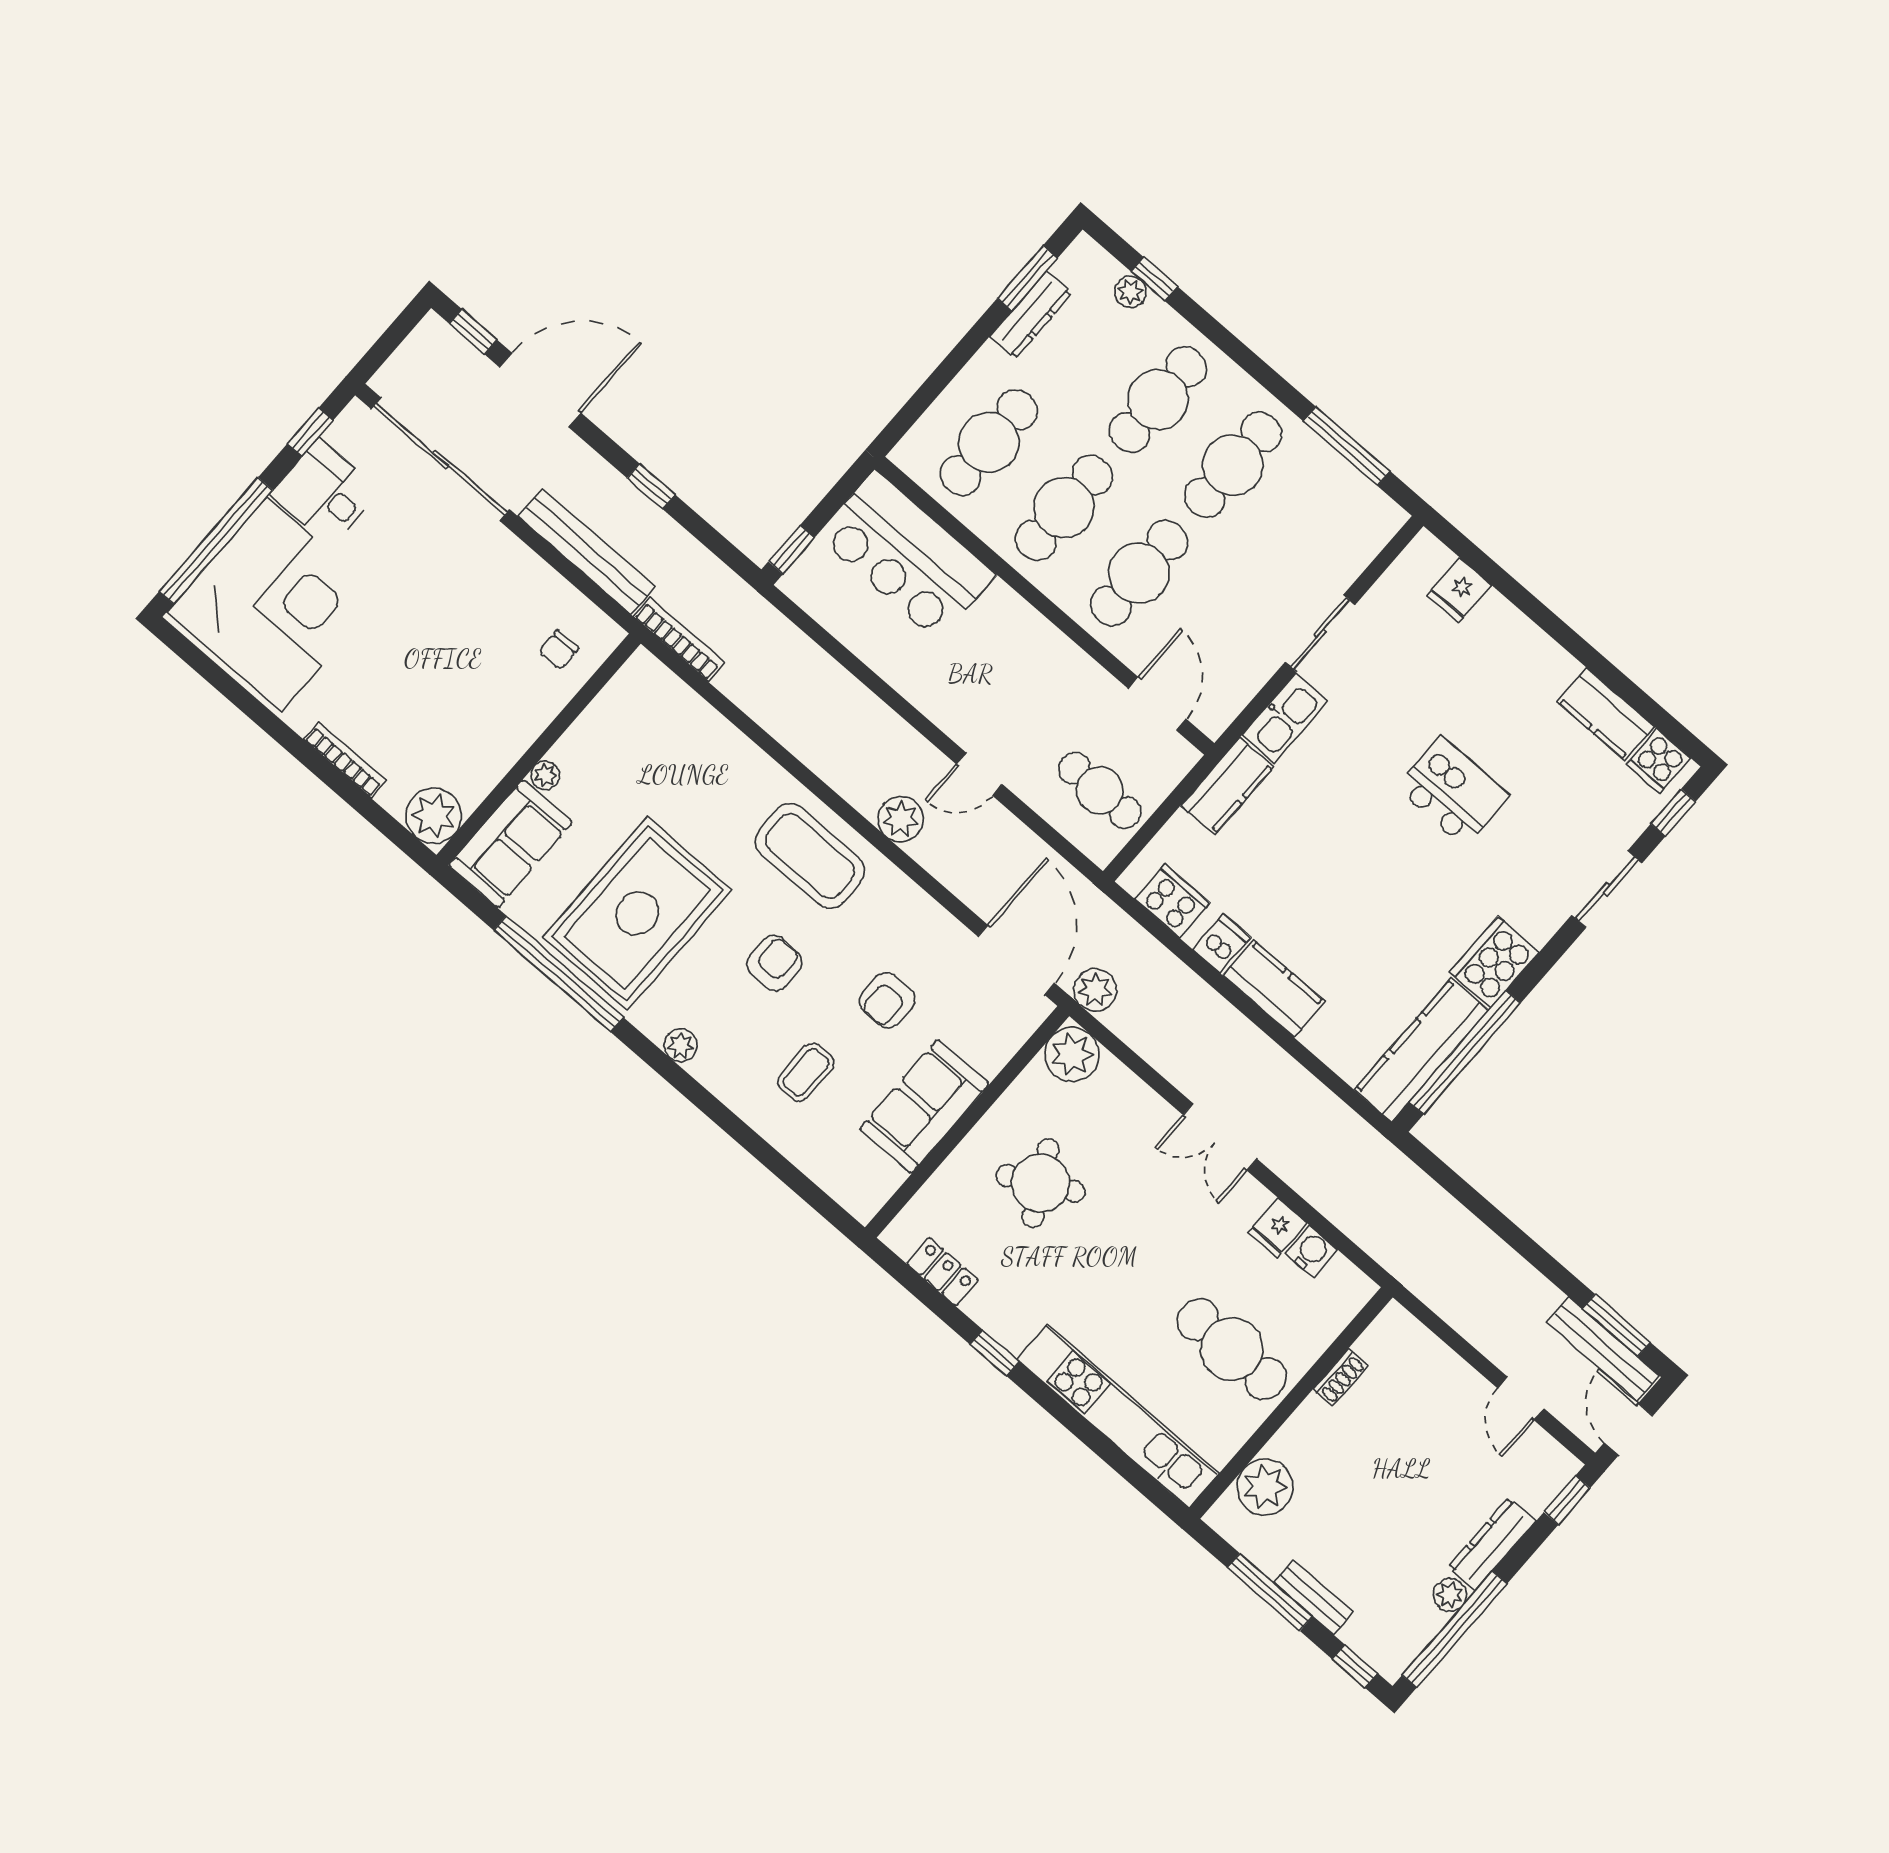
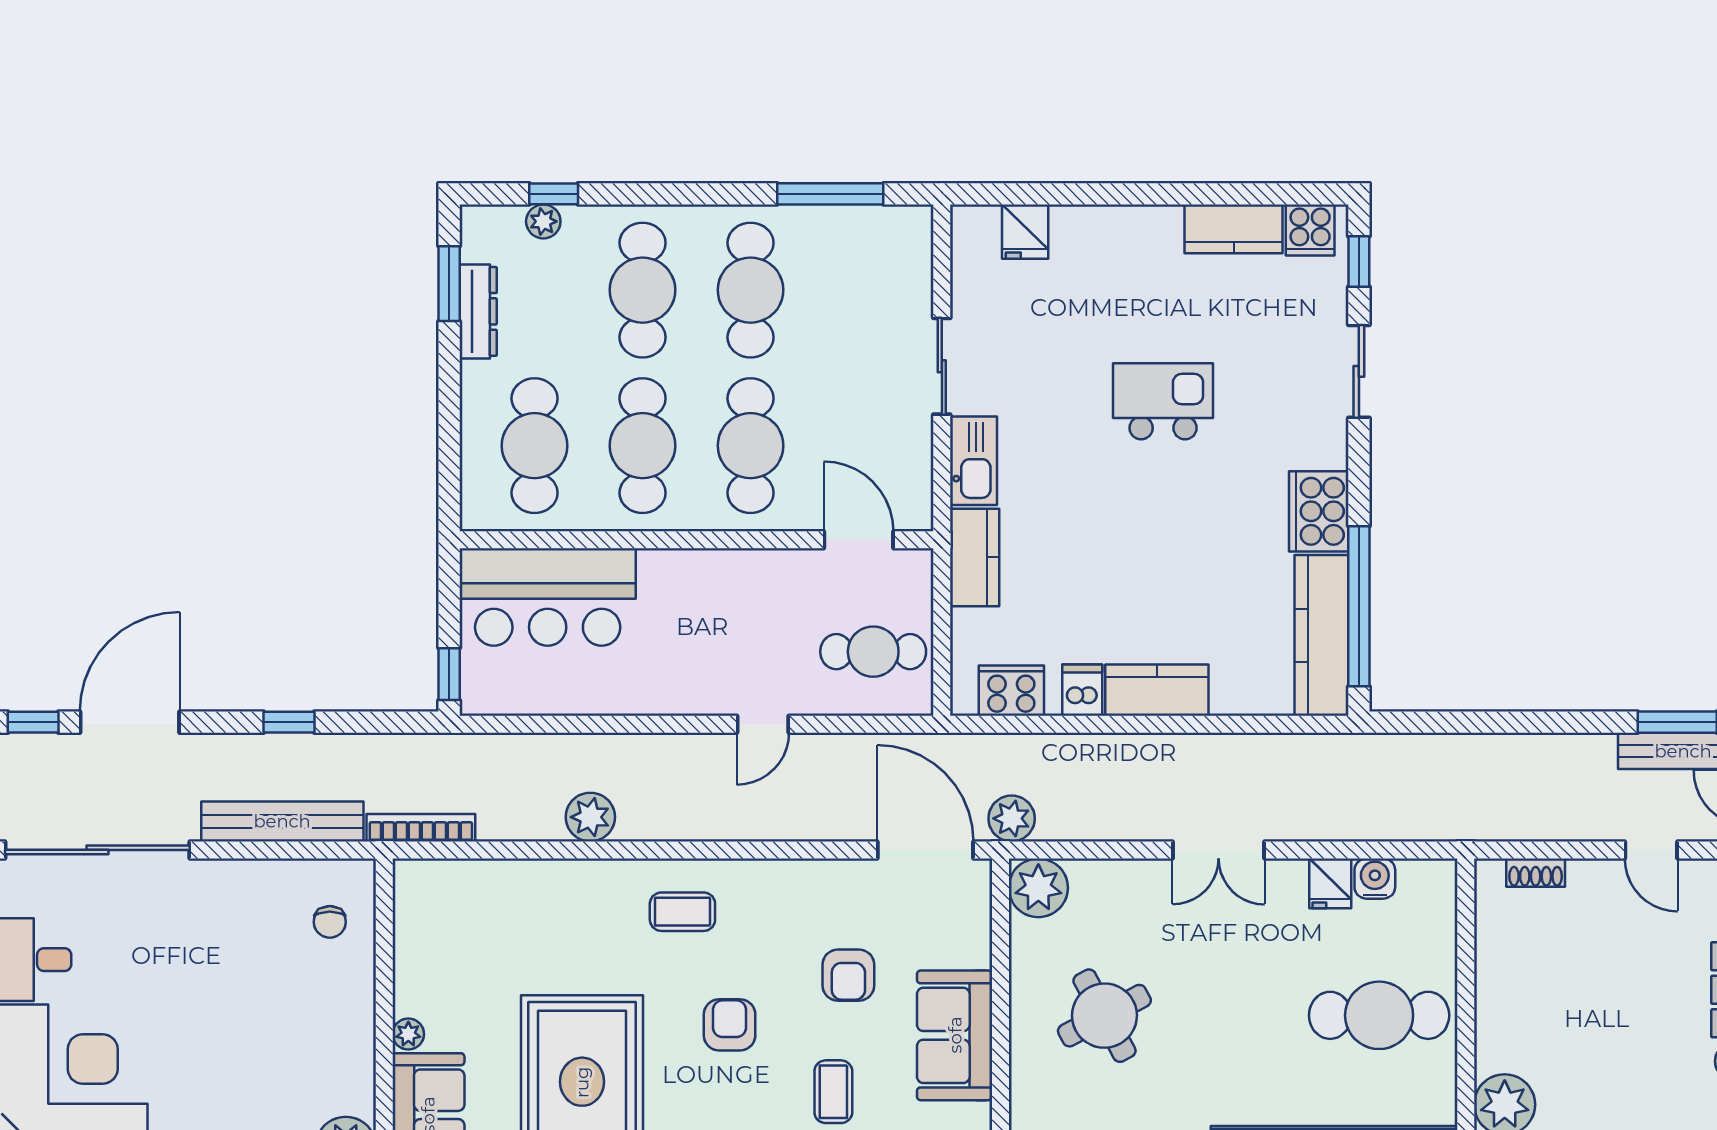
plant: (901, 819) -> (590, 817), moved
coffee table: (810, 856) -> (682, 912), width x0.54, depth x0.58
shoe rack: (1341, 1377) -> (1536, 873), moved, turned 90

